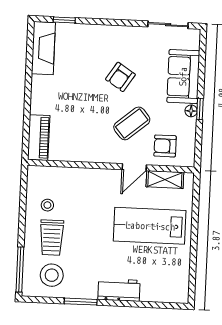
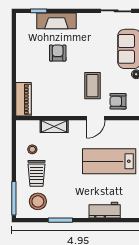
fireplace: (43, 48) -> (56, 21), moved, turned 90
armchair: (120, 77) -> (58, 53), moved, turned 147
coffee table: (132, 123) -> (92, 86), turned -50
shelving: (165, 180) -> (54, 126), moved
workbench: (119, 290) -> (105, 210), moved

